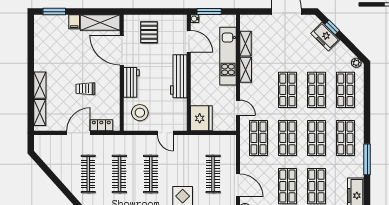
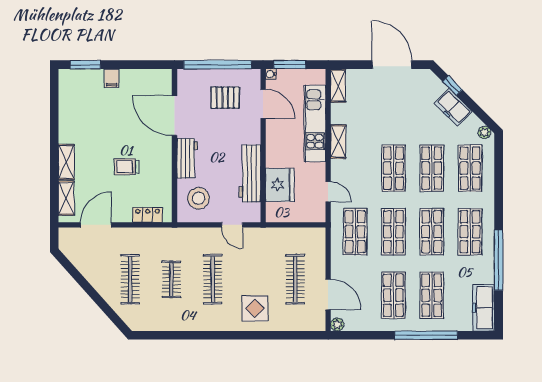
window: (154, 12) -> (218, 65), added
shelving: (100, 23) -> (146, 79), removed
pallet: (149, 32) -> (225, 98), moved, turned 90
freezer: (325, 37) -> (453, 107), moved
shelving: (246, 44) -> (338, 86), moved
workbench: (179, 76) -> (250, 173), moved
fridge: (201, 118) -> (280, 185), moved
door: (78, 133) -> (96, 225), moved
window: (367, 159) -> (499, 260), width x1.46
clothes rail: (119, 174) -> (171, 279), width x0.73

